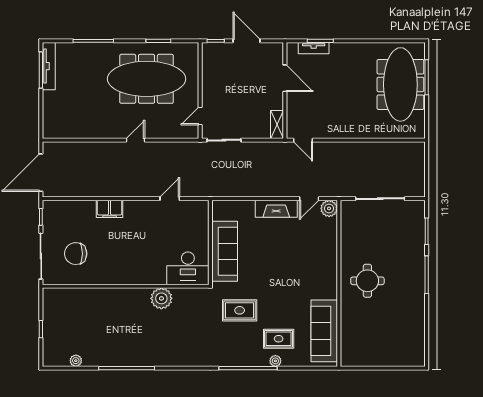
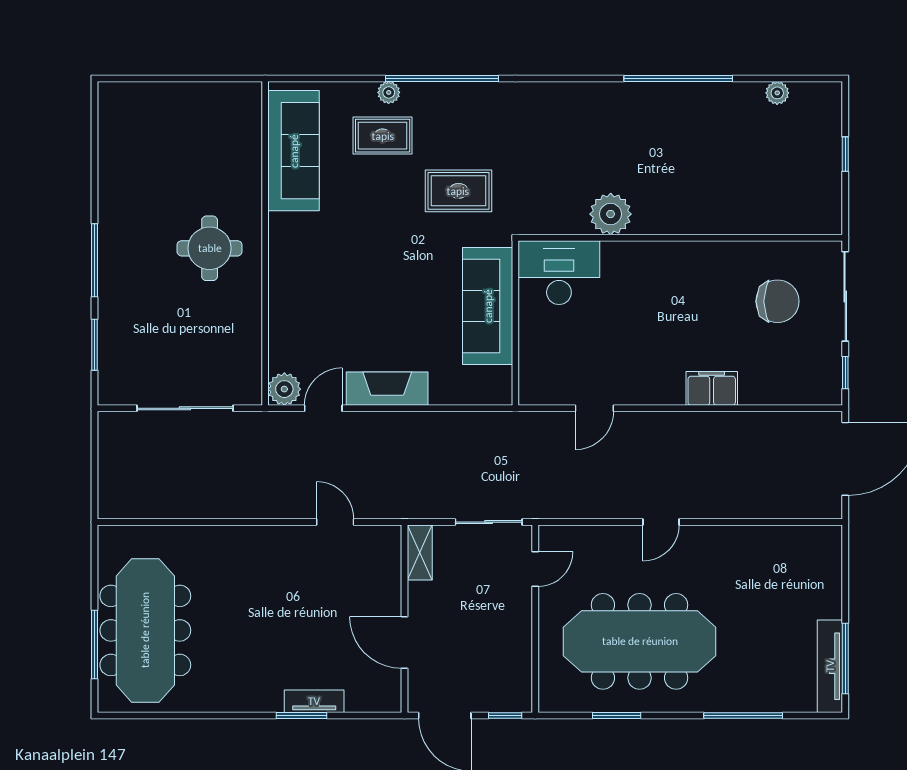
door: (285, 78) -> (404, 643), moved
wall: (285, 90) -> (404, 619), moved
shelving: (277, 125) -> (420, 552), moved

